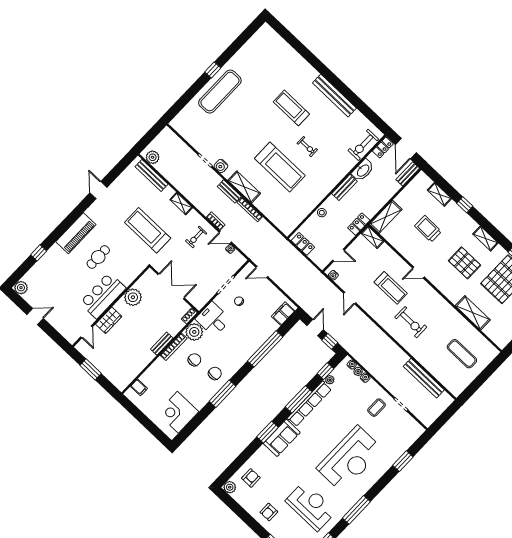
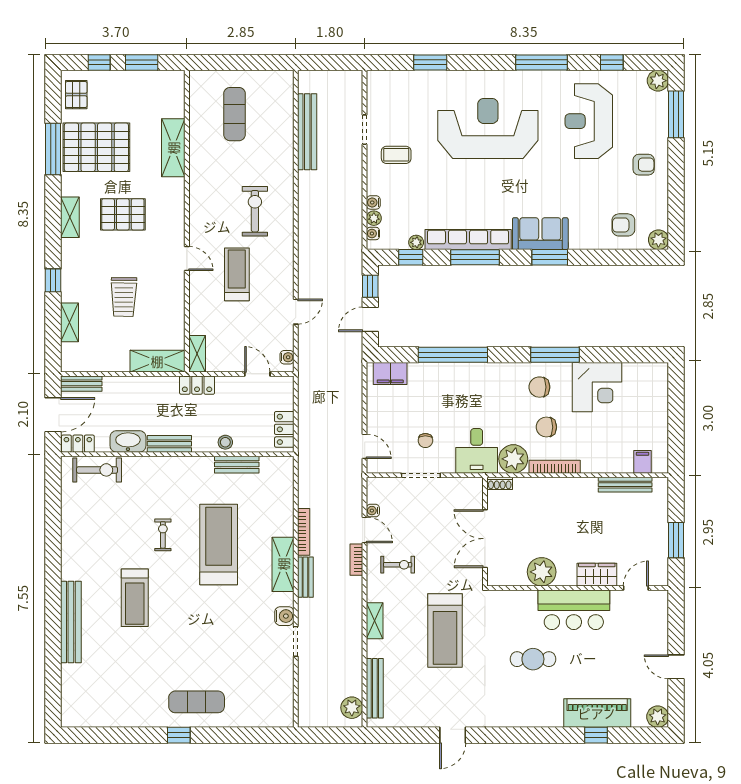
exercise mat: (220, 92) -> (197, 702), width x0.73, depth x0.69
bench: (334, 96) -> (71, 622), moved
bench: (307, 208) -> (237, 465), added
piano: (76, 233) -> (597, 713), moved
pallet: (465, 263) -> (123, 214), turned 90
bench: (162, 344) -> (625, 485), moved, width x1.36
corner desk: (178, 412) -> (597, 387), moved

